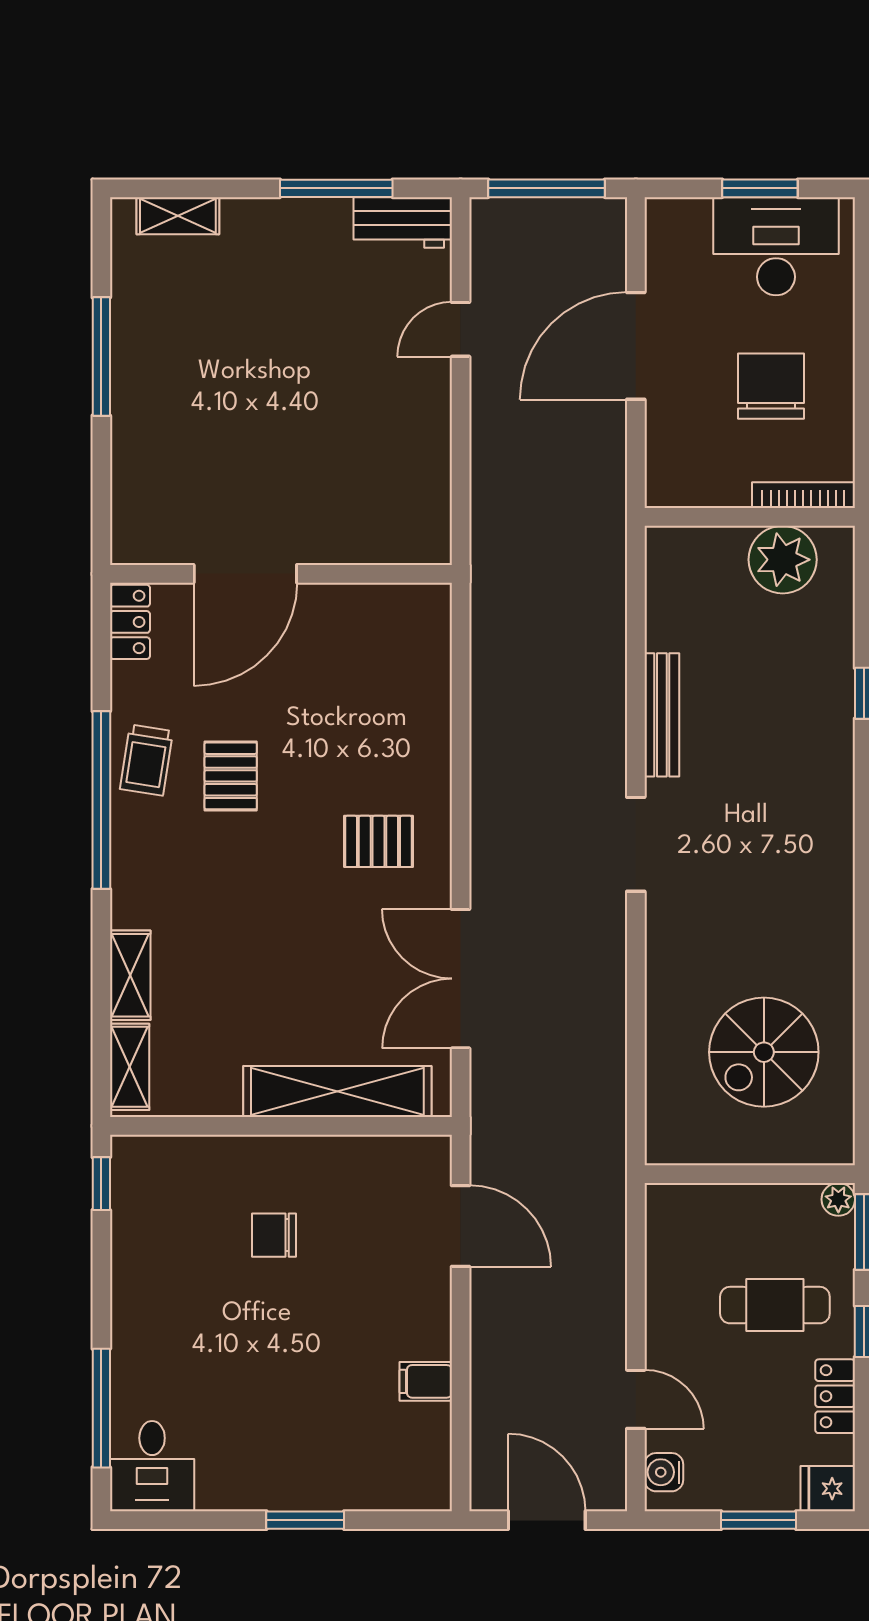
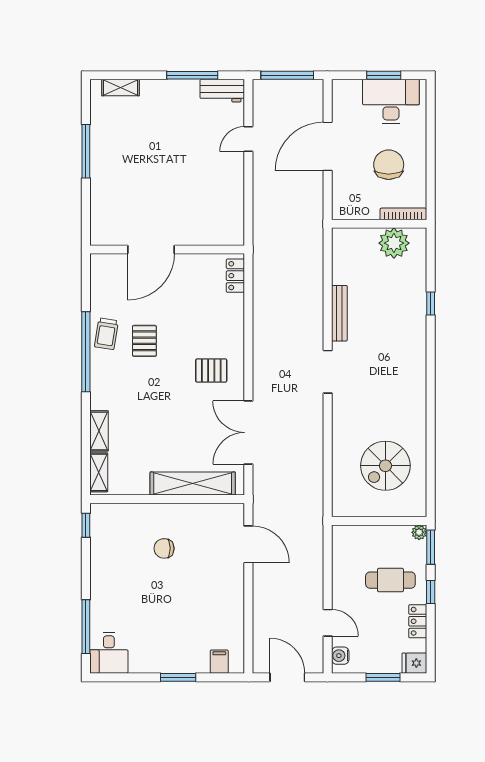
locker: (130, 622) -> (235, 276), moved, turned 180
filing cabinet: (426, 1381) -> (219, 662), moved, turned 90

